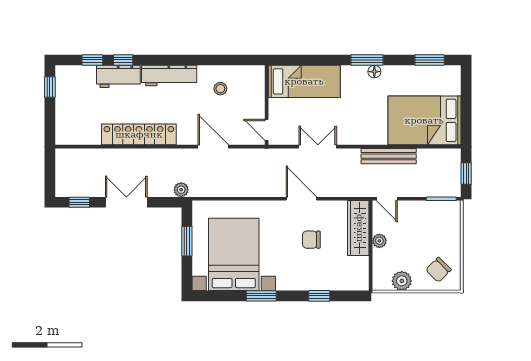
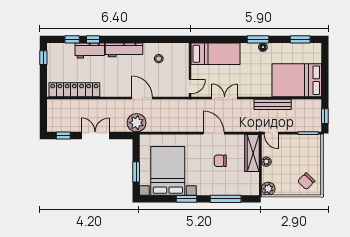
door: (267, 130) -> (190, 87), swing flipped
locker: (139, 134) -> (74, 90), moved
door: (213, 147) -> (142, 98), moved
plant: (181, 190) -> (137, 123), width x1.88, depth x1.88
window: (187, 241) -> (136, 172), moved
plant: (402, 281) -> (268, 189), moved
window: (319, 296) -> (226, 199), width x2.17

